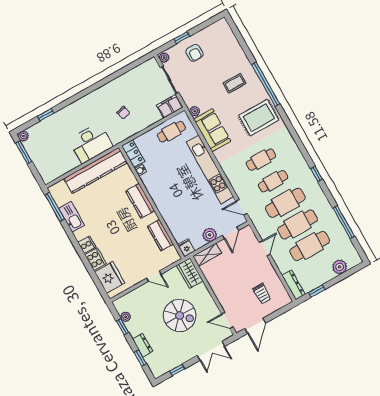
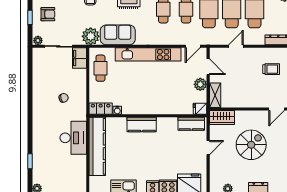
plant: (195, 111) -> (91, 36), width x1.87, depth x1.87
kitchen counter: (160, 235) -> (191, 124), moved
door: (265, 248) -> (236, 46), hinge flipped

